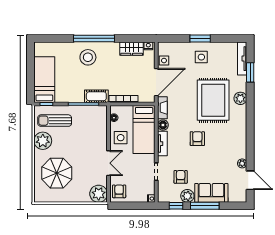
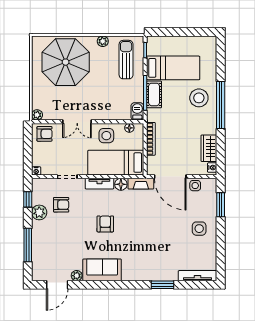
window: (200, 38) -> (221, 205), moved
window: (250, 72) -> (163, 285), moved
bed: (44, 80) -> (173, 68), moved
cot: (96, 96) -> (154, 94), moved
plant: (240, 98) -> (152, 274), removed
rug: (213, 100) -> (150, 242), removed
barbecue: (100, 111) -> (137, 111), added
armchair: (197, 139) -> (105, 224), turned -90
plant: (43, 141) -> (103, 41), width x0.53, depth x0.53
parasol: (57, 173) -> (66, 62), width x1.36, depth x1.36
sofa: (211, 193) -> (102, 270), moved, turned -90
plant: (99, 194) -> (37, 115), width x0.53, depth x0.53
window: (205, 206) -> (28, 245), moved

